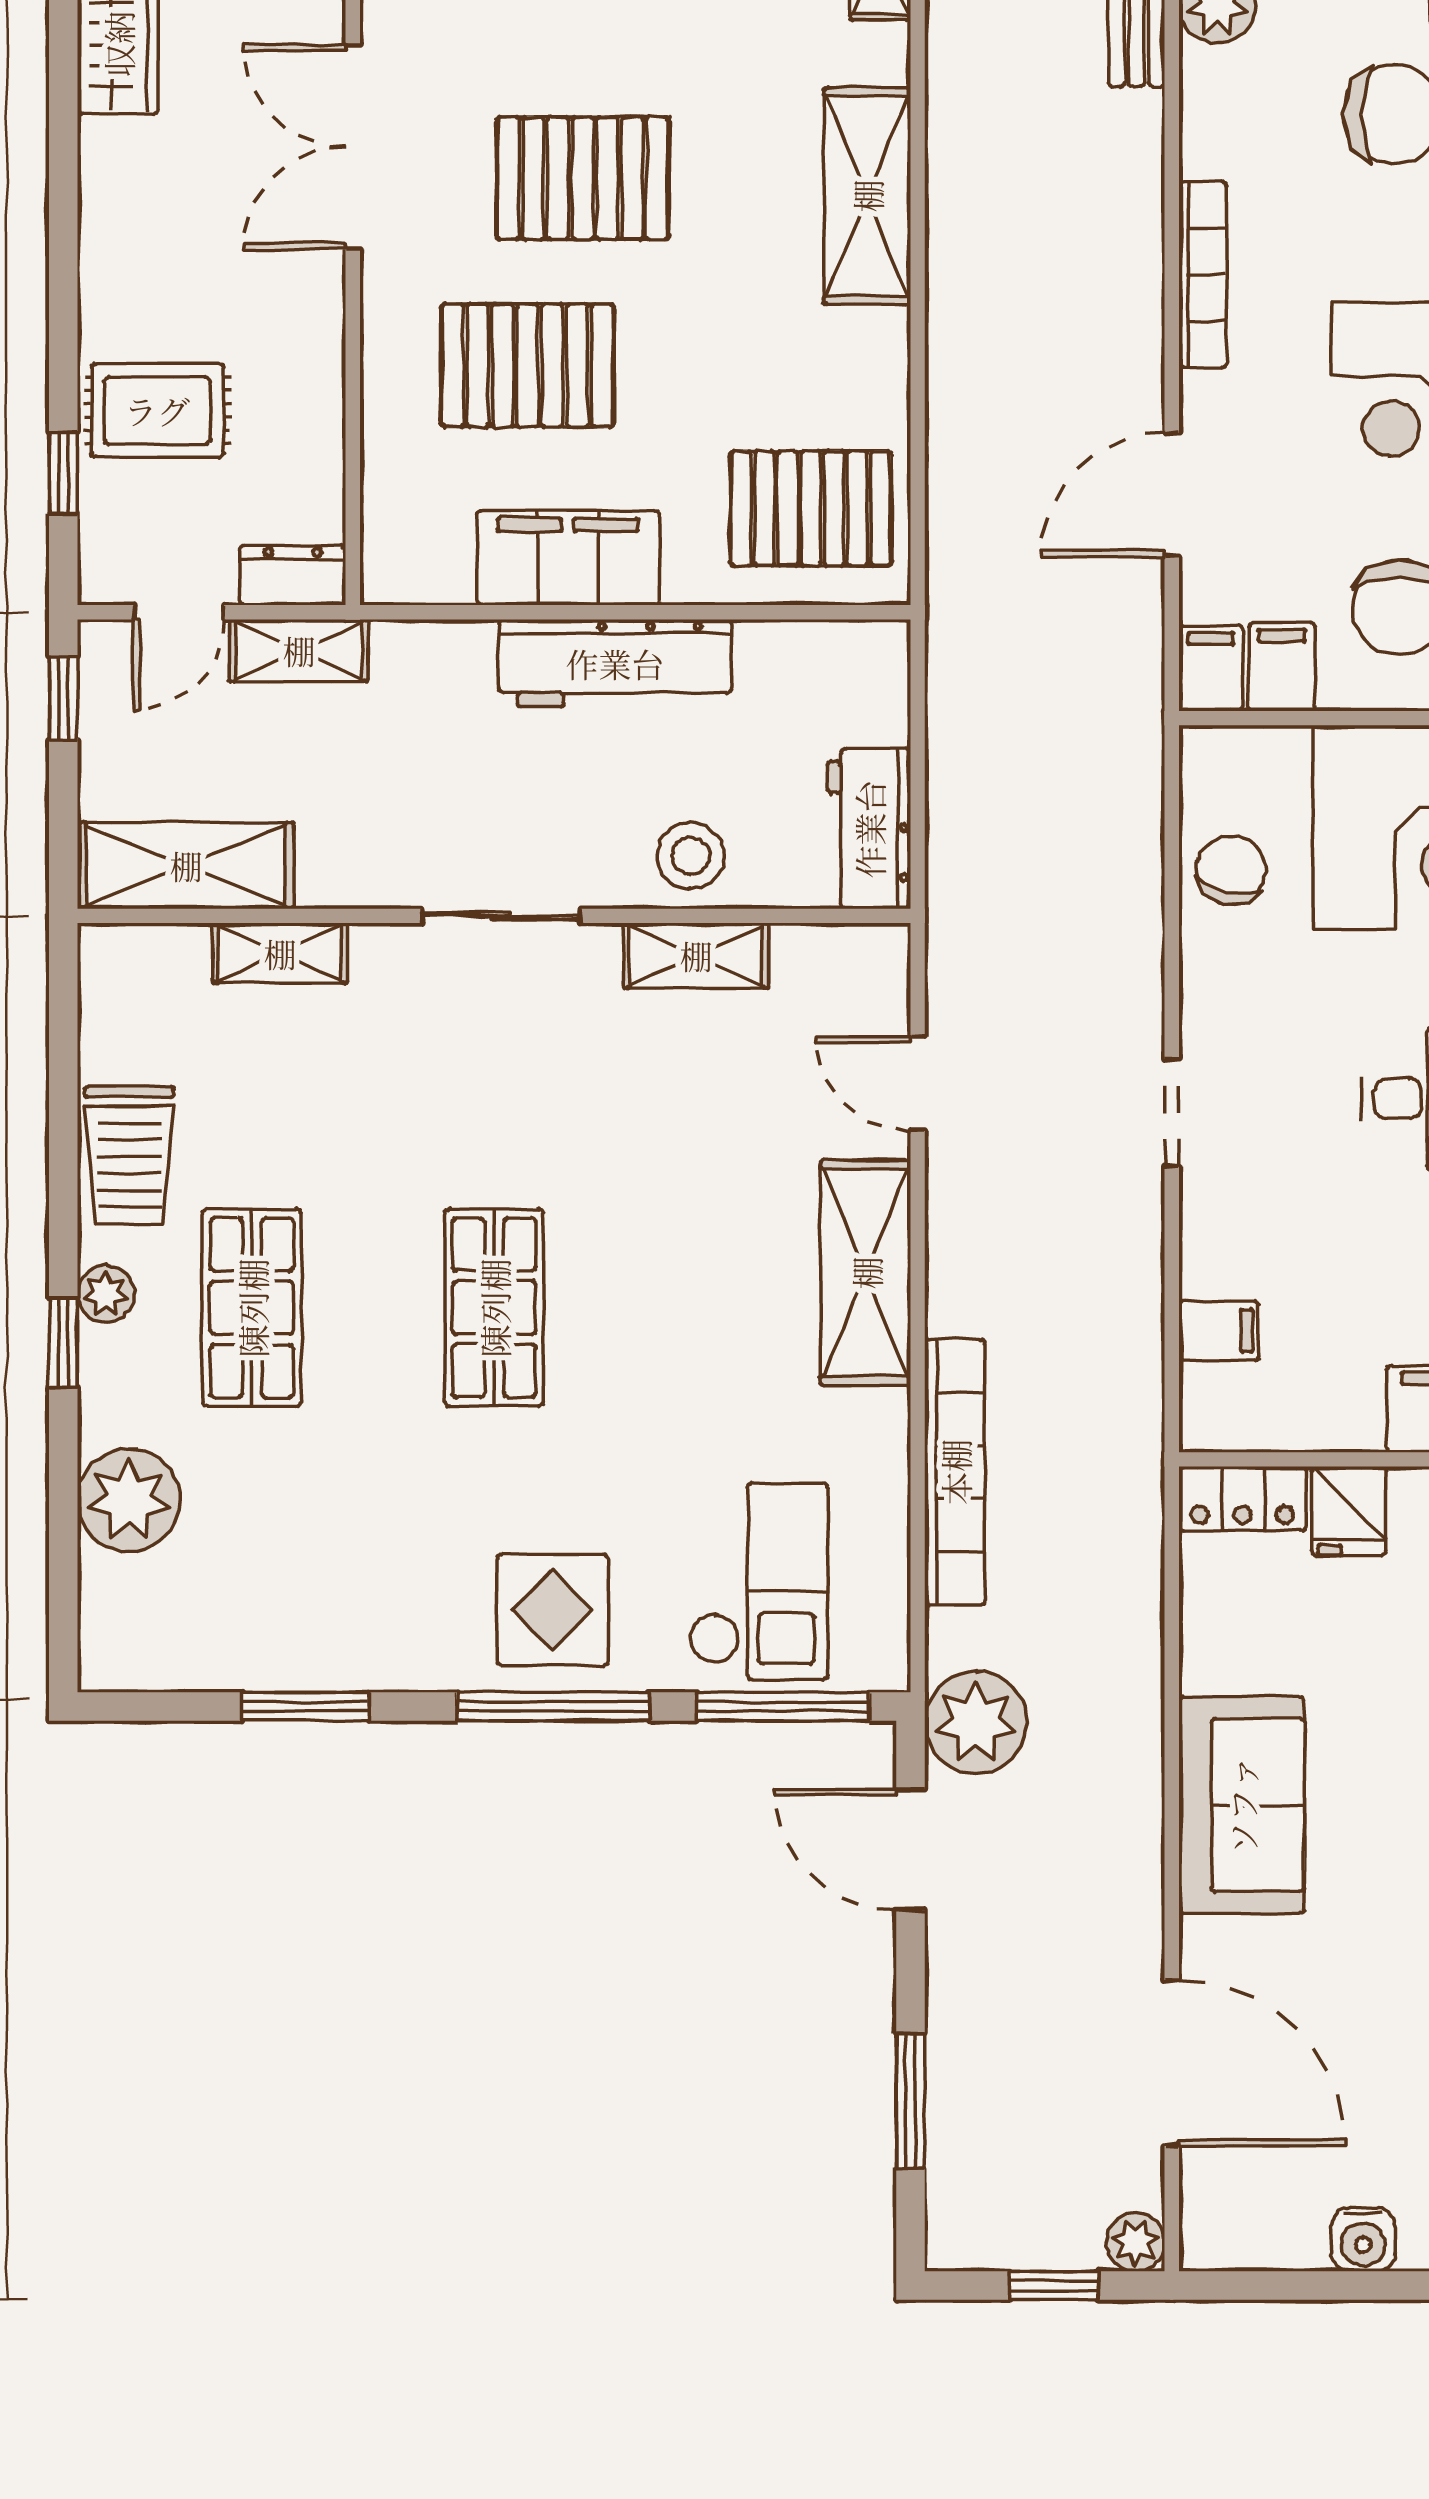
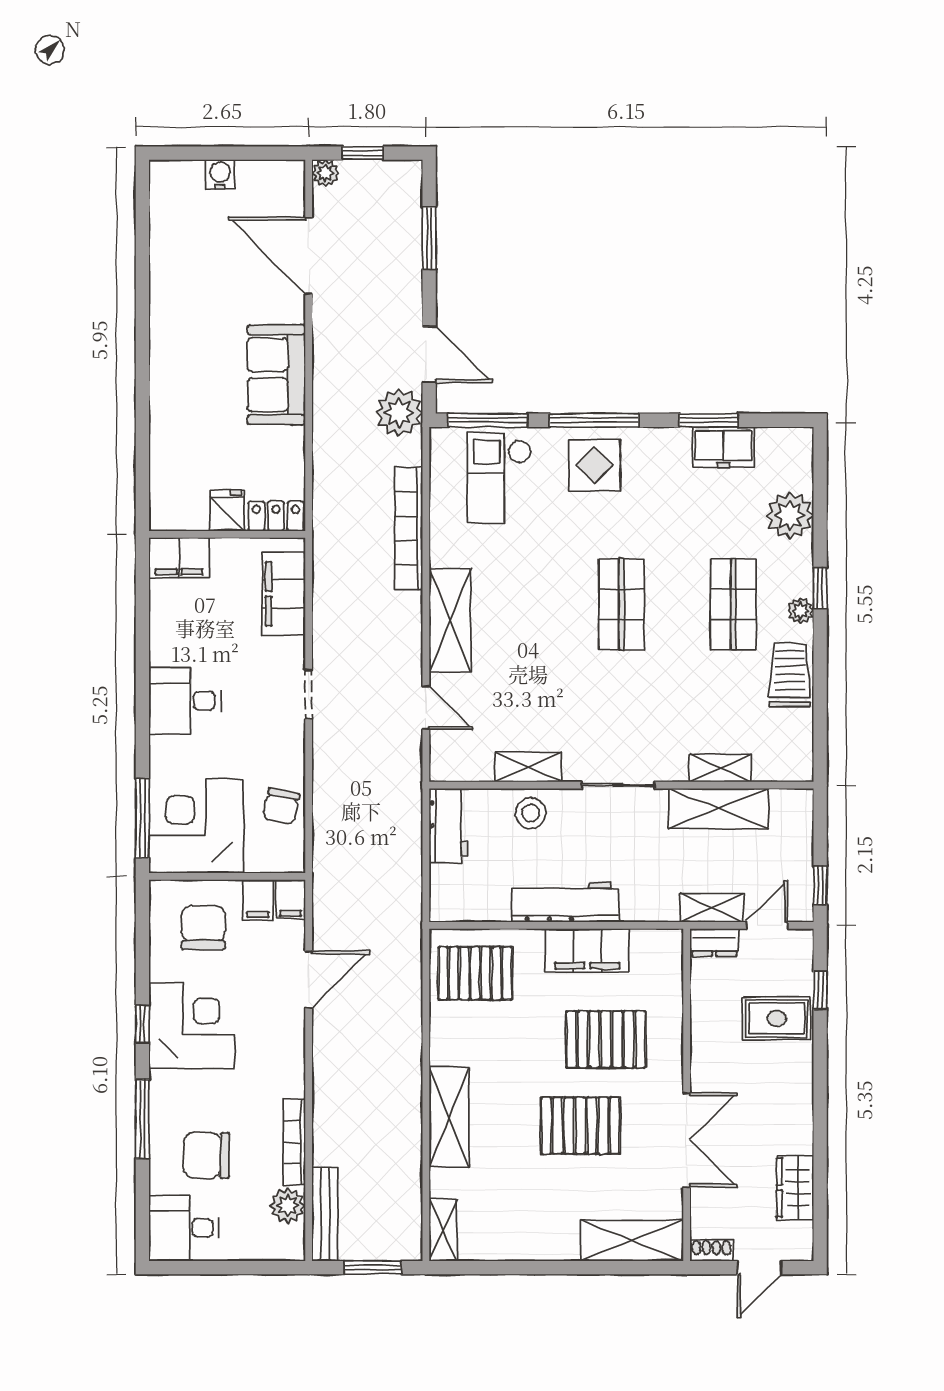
bookcase: (1203, 275) -> (294, 1142), moved
shelving: (186, 865) -> (719, 808), moved
filing cabinet: (1219, 1331) -> (284, 594), width x3.00, depth x1.17
freezer: (273, 1649) -> (723, 447), added

